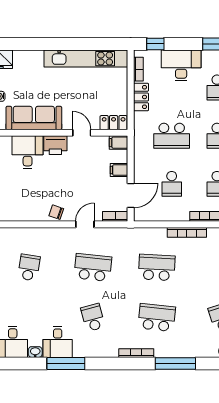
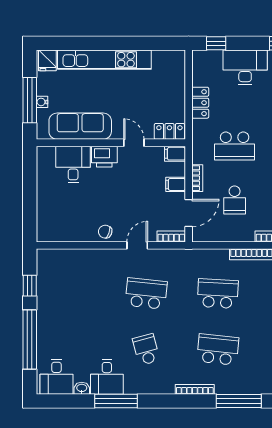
kitchen unit: (86, 59) -> (104, 60), moved
bookcase: (138, 69) -> (197, 178), moved
school desk: (29, 267) -> (75, 294), removed

